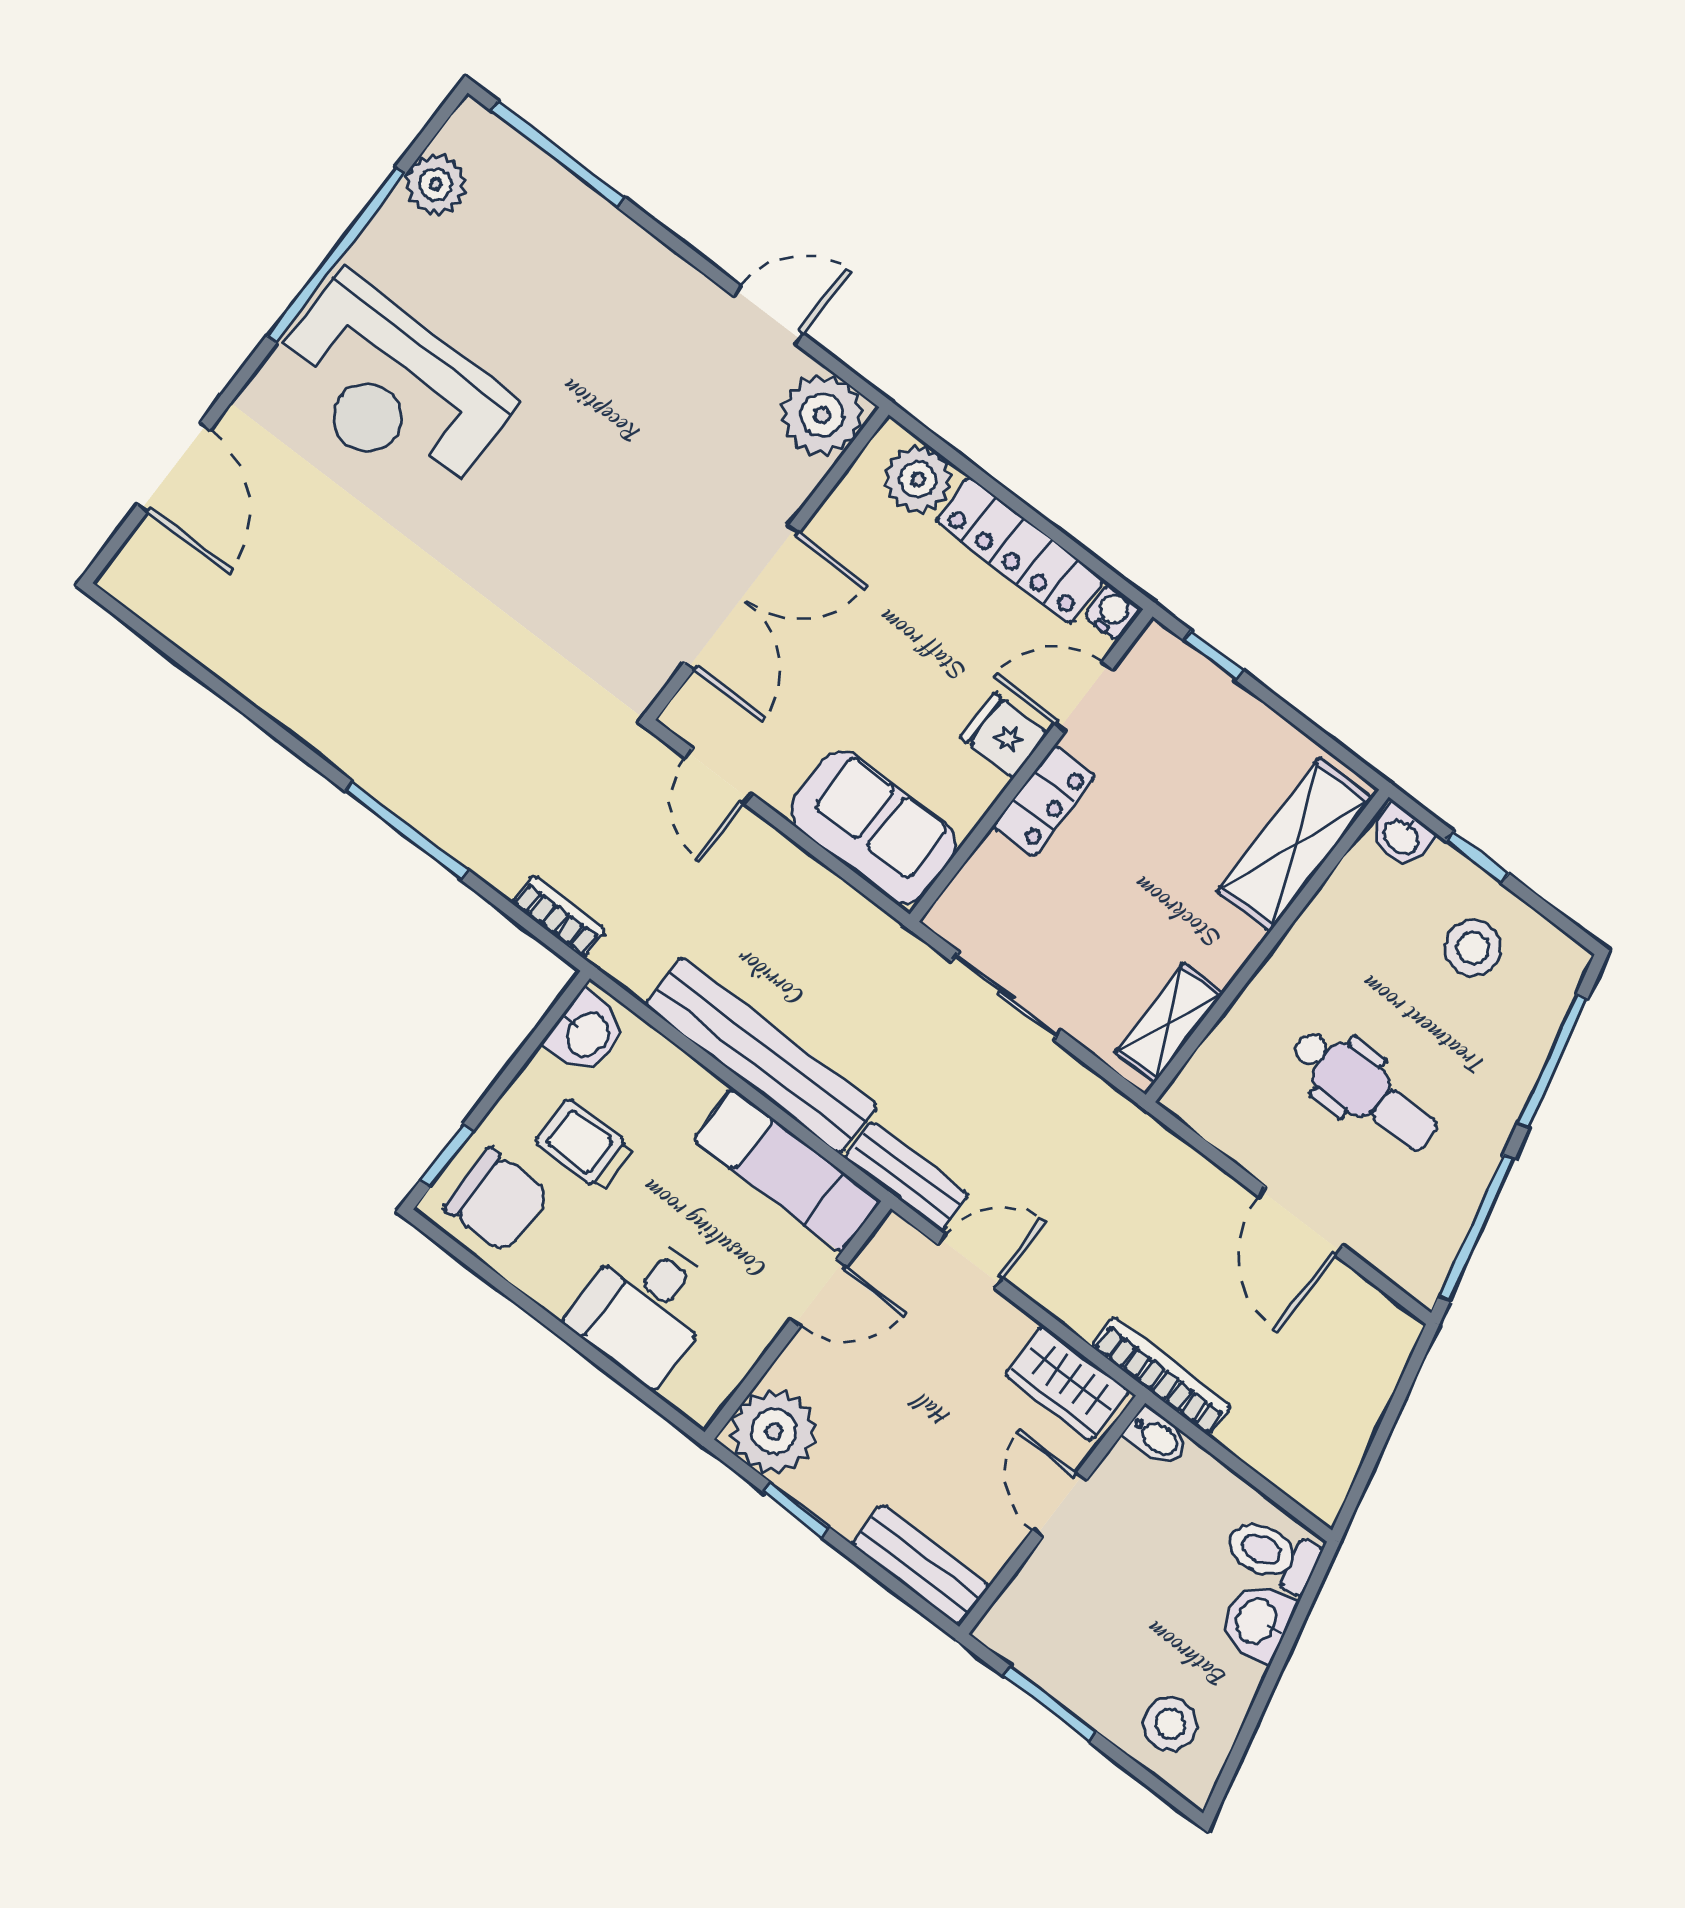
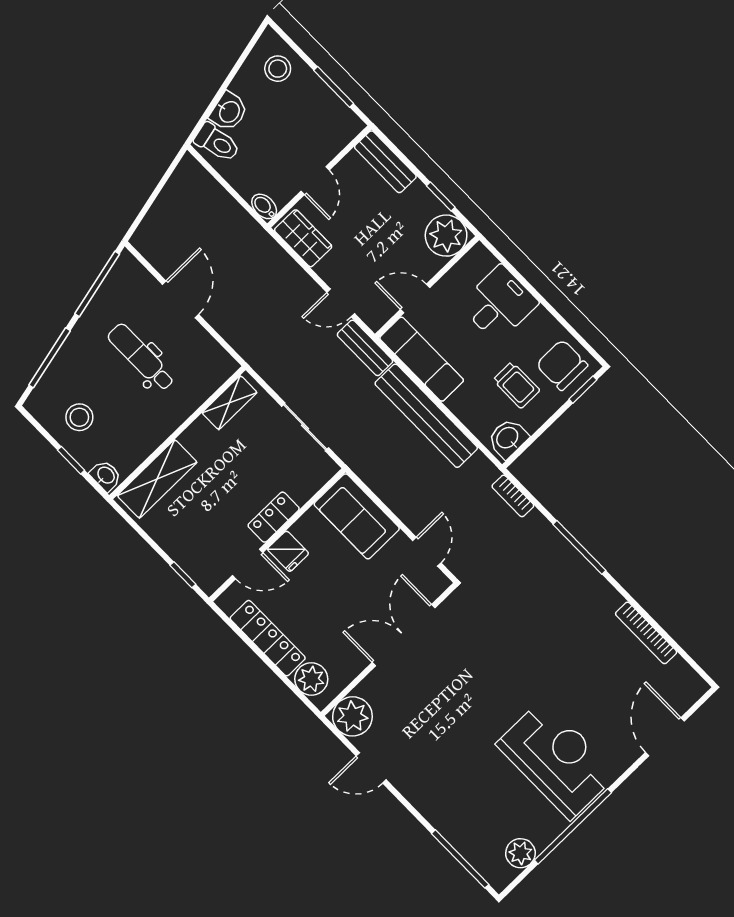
water cooler: (1113, 612) -> (228, 602), removed
bookcase: (1161, 1376) -> (646, 633), moved

